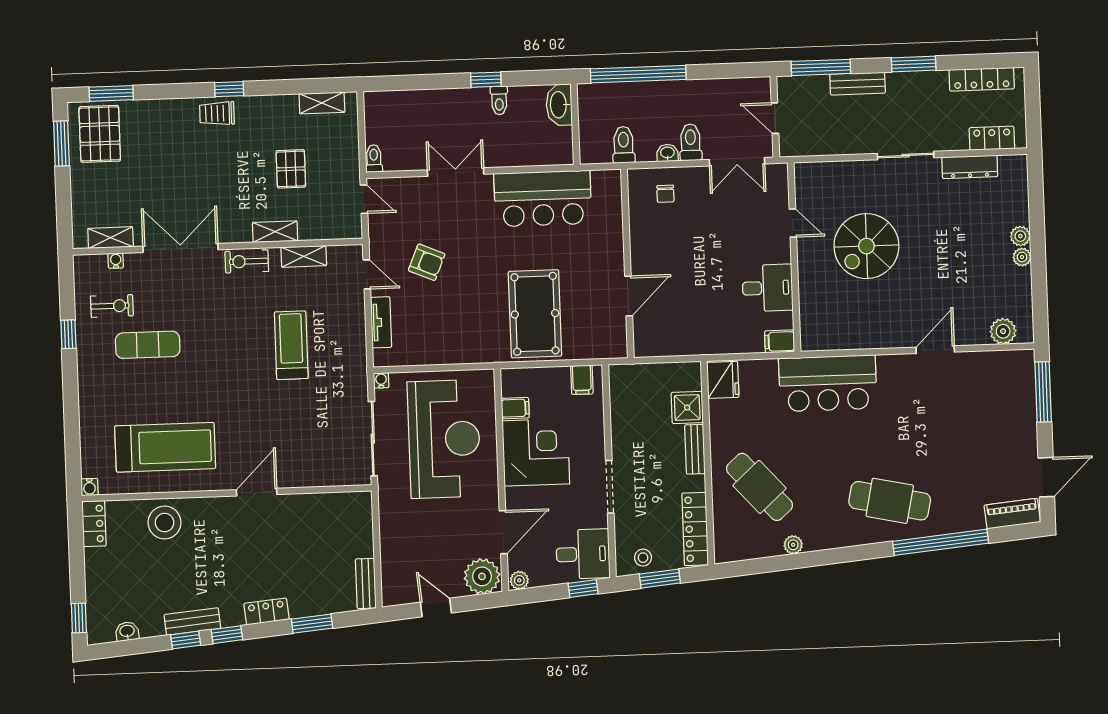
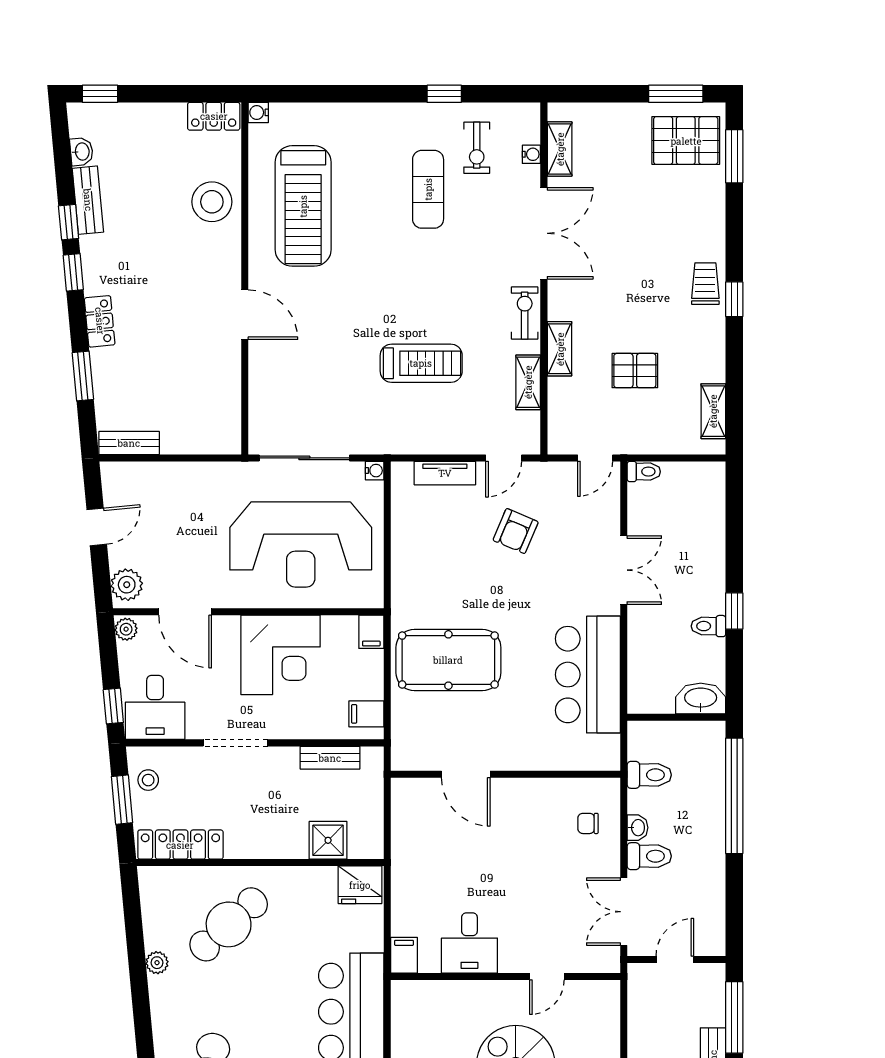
filing cabinet: (515, 408) -> (371, 632), moved
bench: (695, 449) -> (330, 758), moved
plant: (482, 576) -> (127, 585), width x0.73, depth x0.73
bench: (192, 621) -> (88, 200), moved

